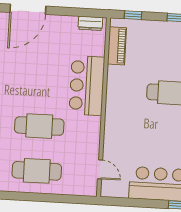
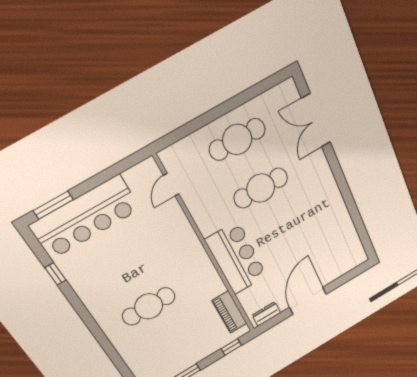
door: (28, 9) -> (308, 301), moved
door: (100, 169) -> (171, 185), hinge flipped

